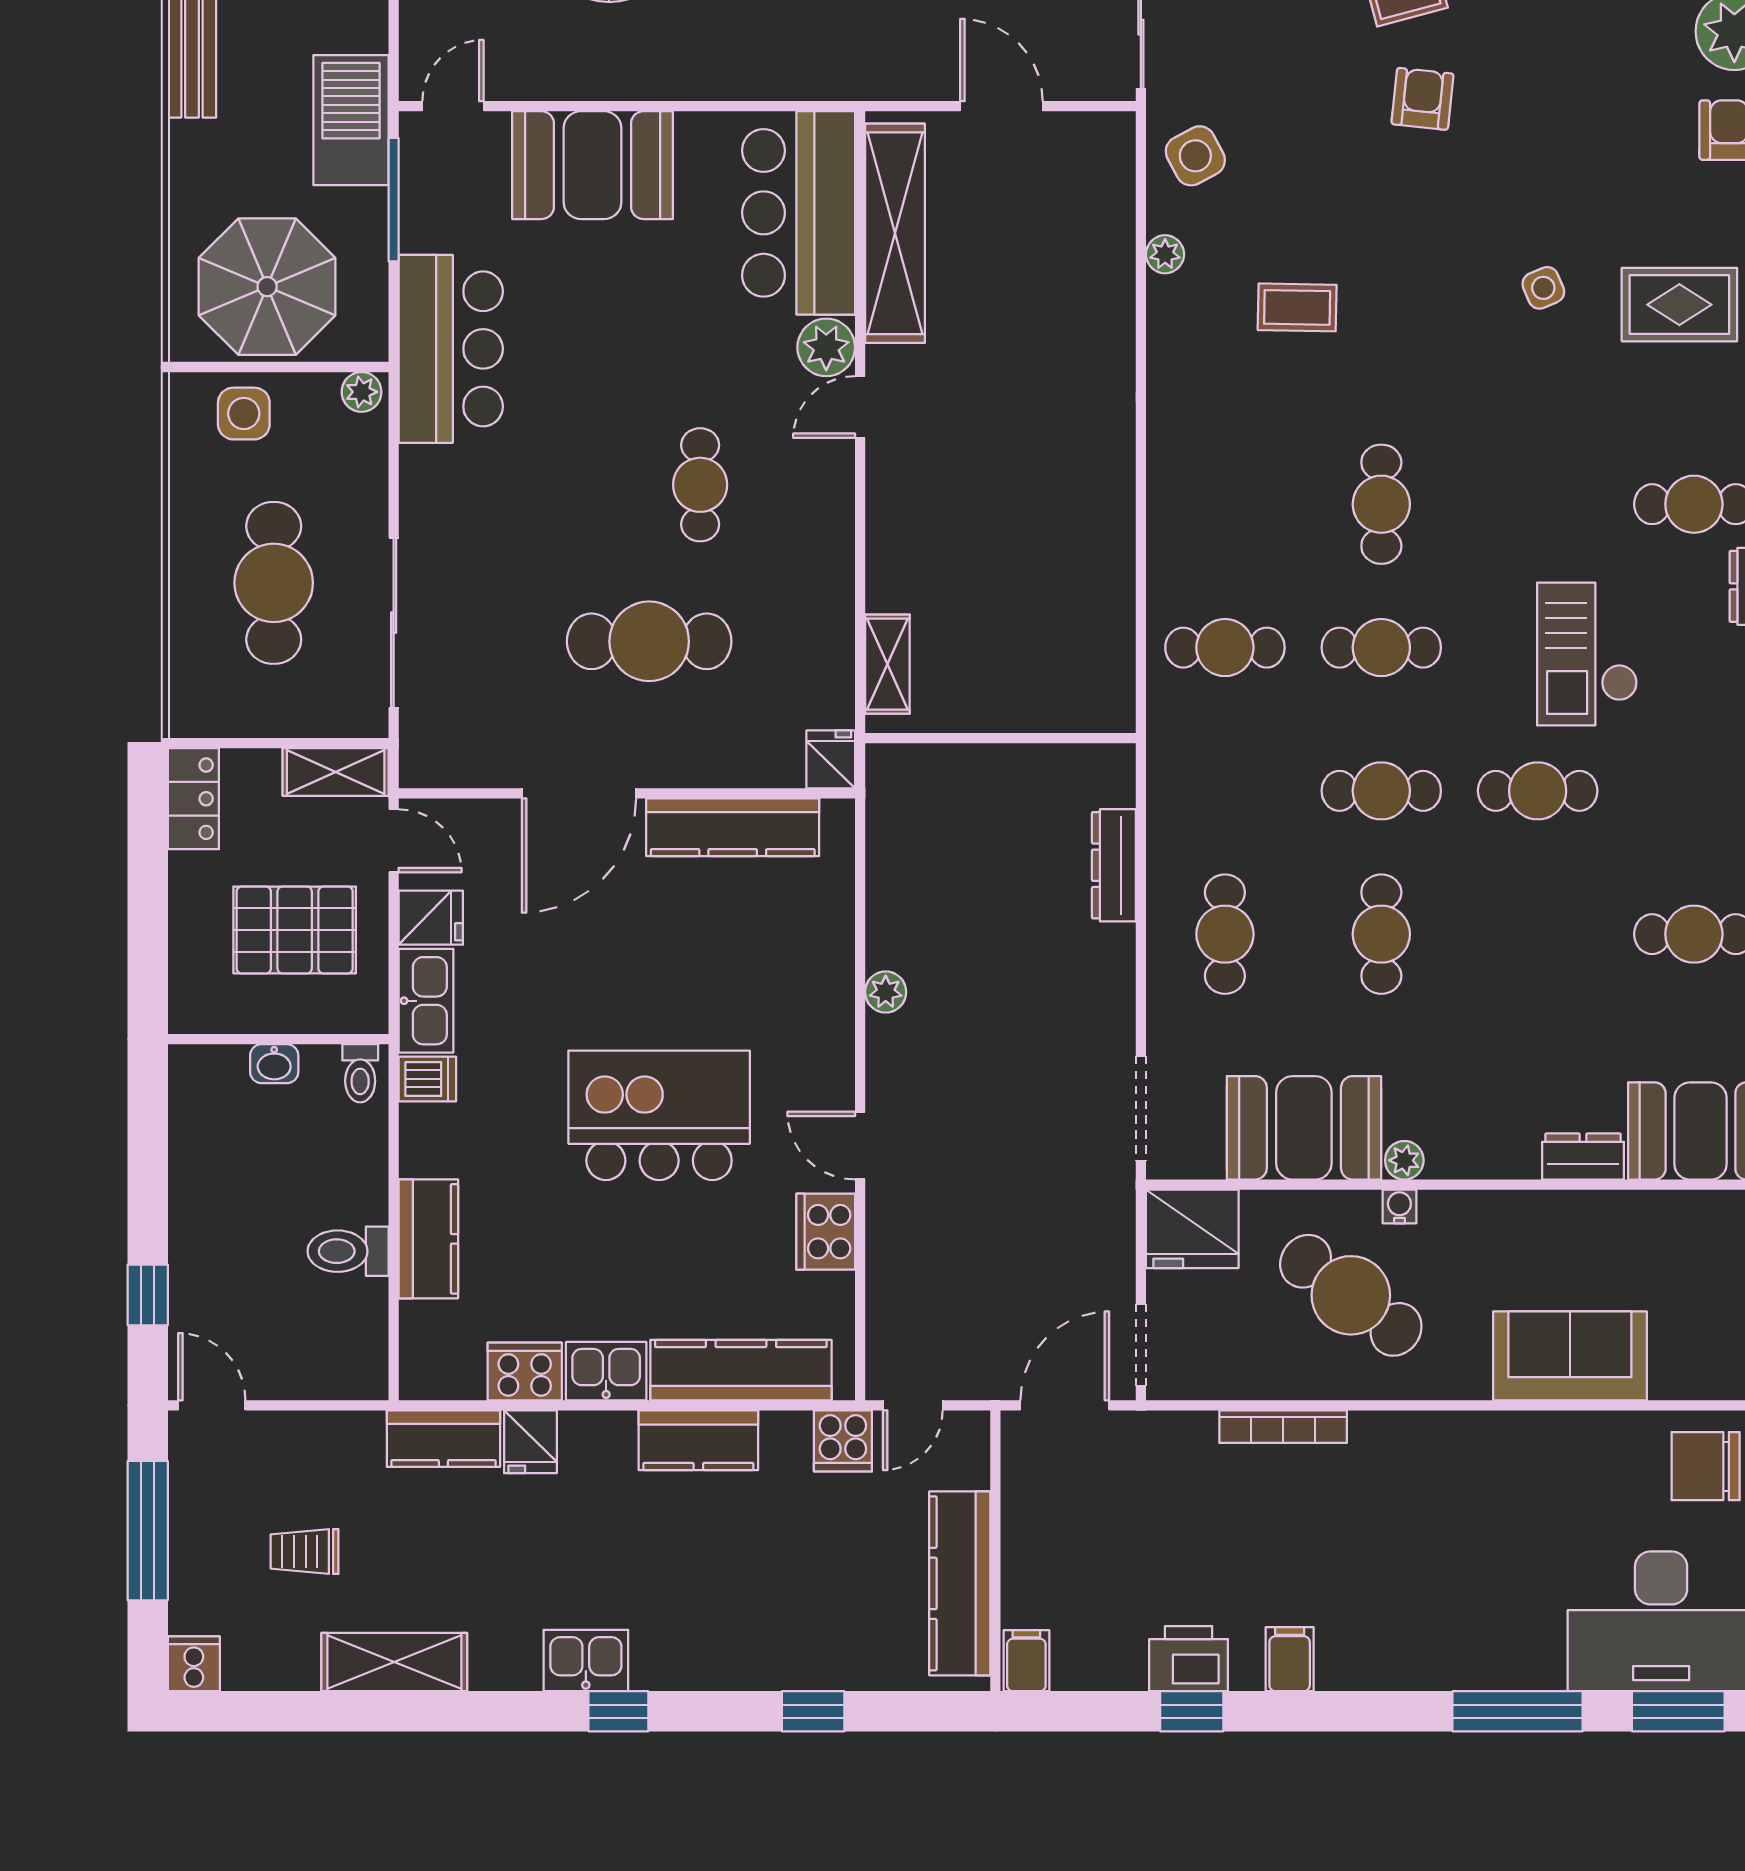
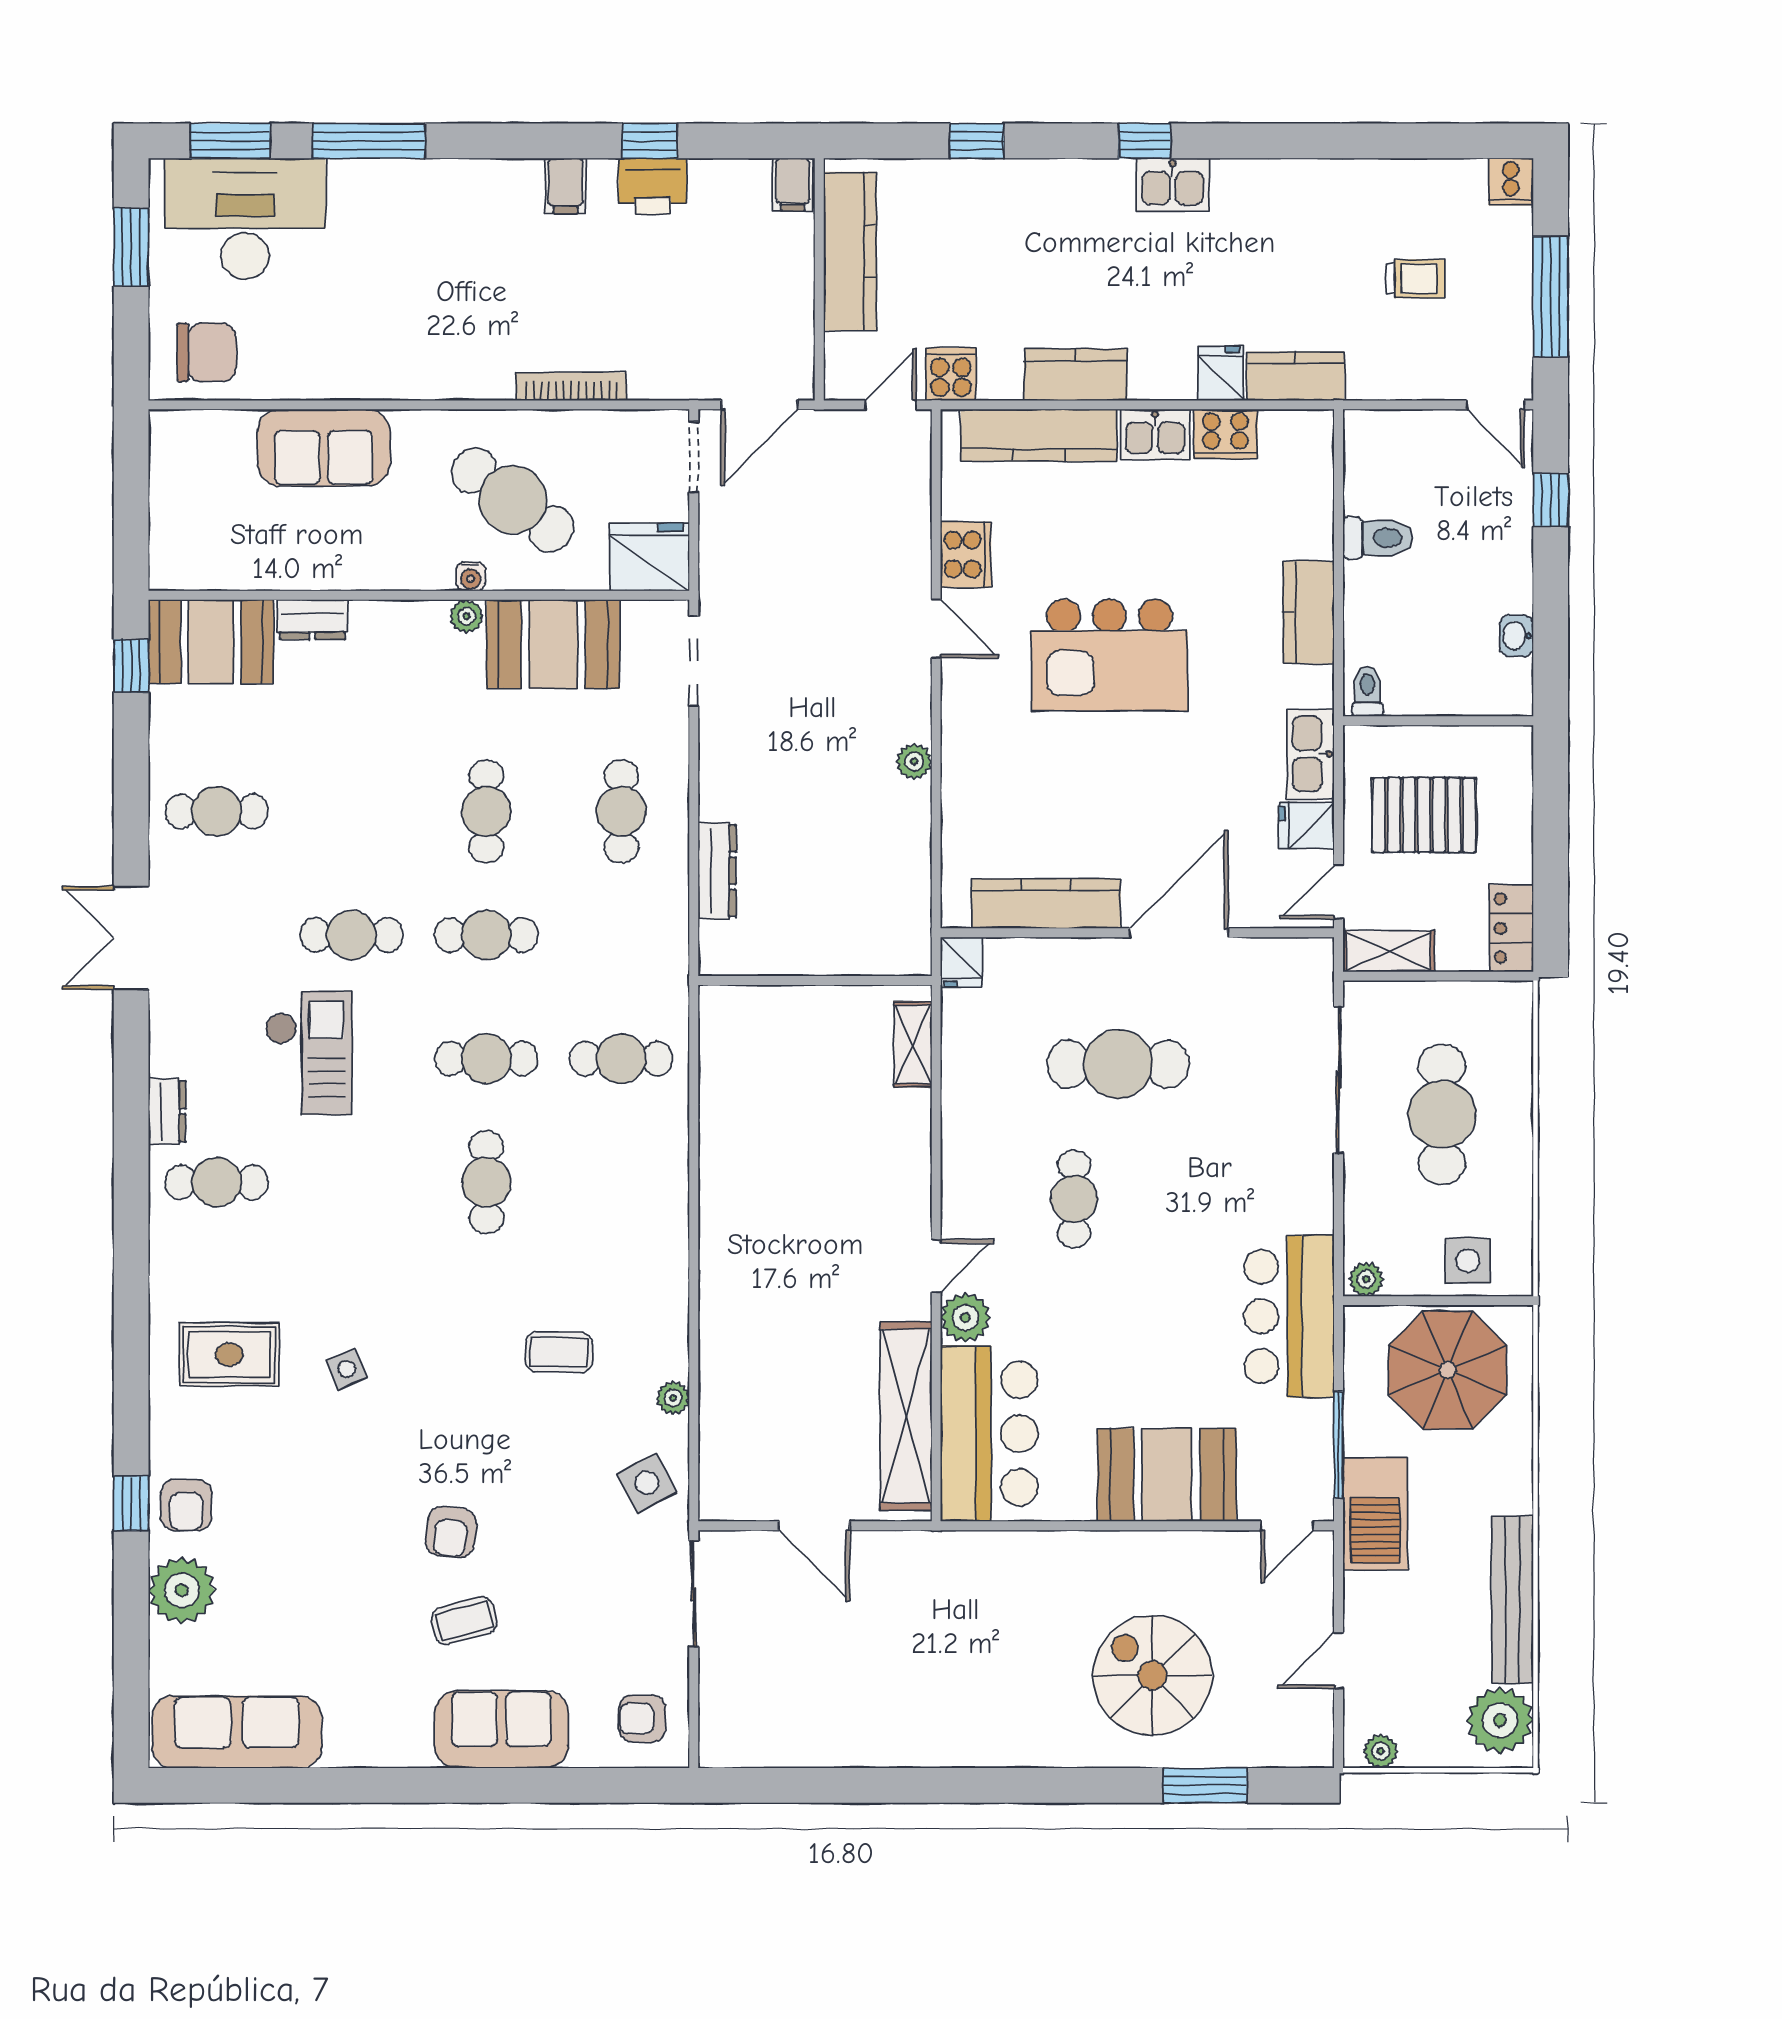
door: (394, 841) -> (1339, 892), hinge flipped
washbasin: (274, 1064) -> (1516, 636), moved, turned -90
dishwasher: (427, 1079) -> (1309, 686), removed
kitchen counter: (428, 1239) -> (1309, 612), moved
shelving: (394, 1662) -> (1338, 183), removed

